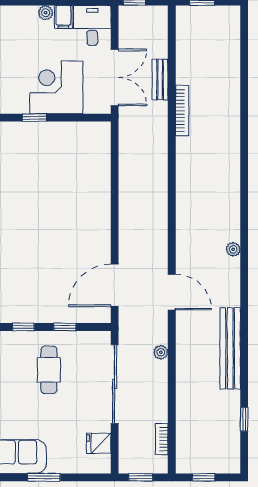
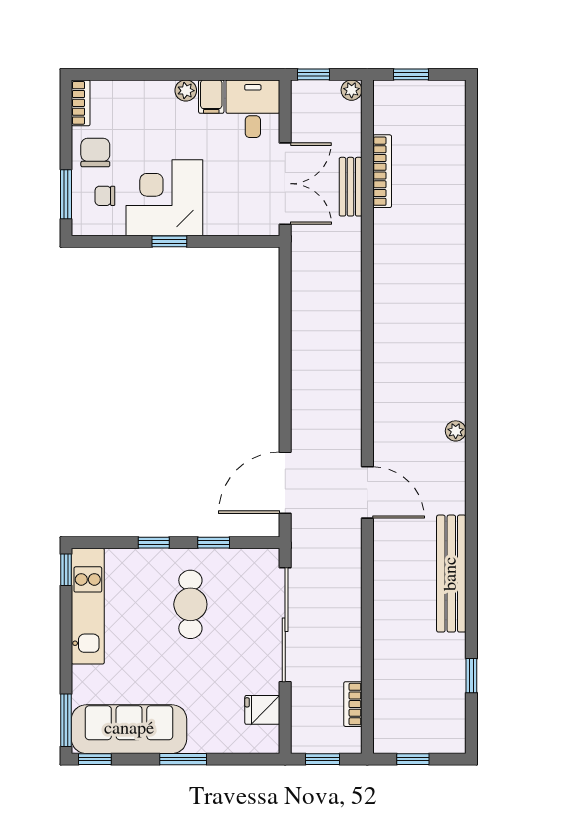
corner desk: (56, 87) -> (164, 198), moved
bookcase: (182, 110) -> (382, 171), moved
plant: (161, 352) -> (352, 90), moved

